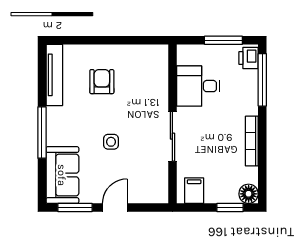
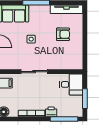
printer: (249, 58) -> (51, 112), moved
desk: (198, 86) -> (71, 84), moved, turned 90

